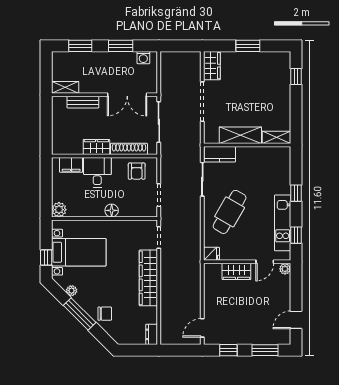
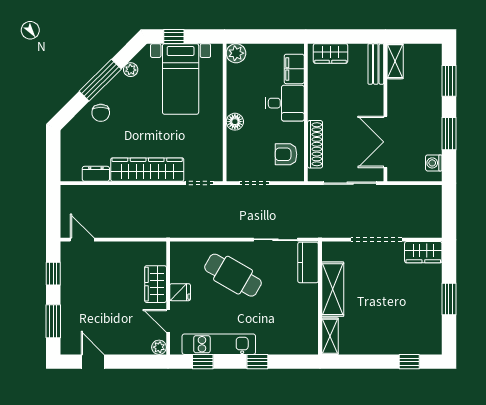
bench: (83, 102) -> (376, 64), moved
wardrobe: (96, 147) -> (331, 53), moved, turned 90
fridge: (212, 254) -> (180, 292), moved, turned -90
dresser: (152, 334) -> (96, 174), moved

